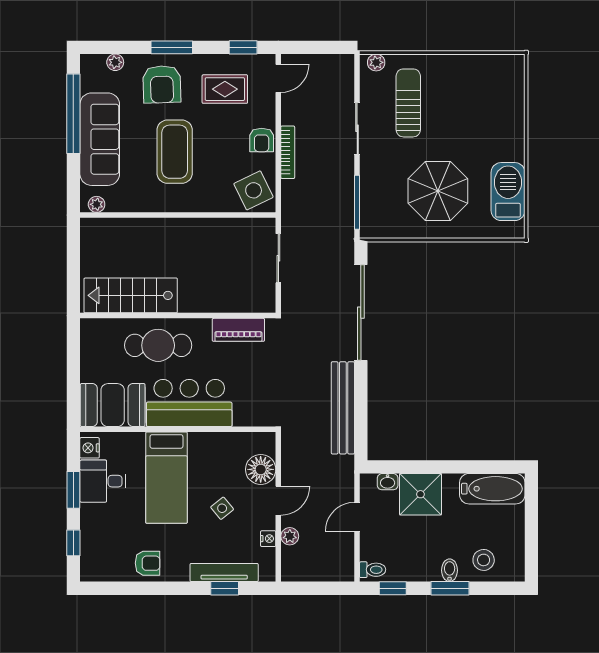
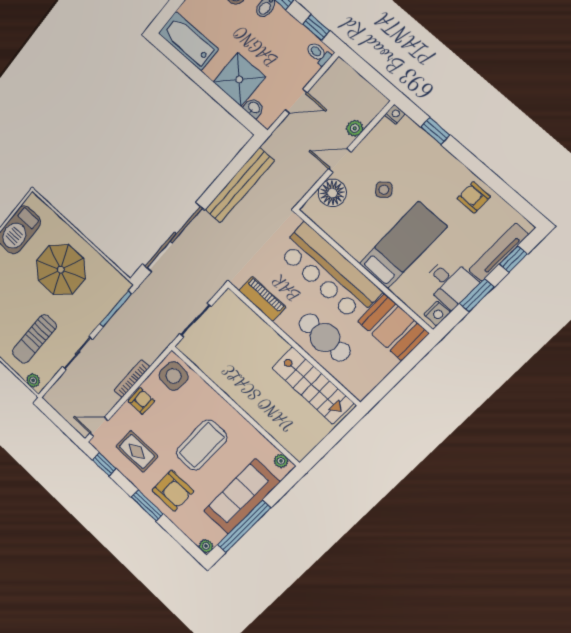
plant: (115, 62) -> (206, 546), moved
armchair: (162, 84) -> (173, 491), turned 92
side table: (254, 190) -> (174, 376), turned 30
bar counter: (189, 403) -> (329, 272), width x1.36
nightstand: (268, 539) -> (395, 114), moved, turned 90
tv unit: (224, 573) -> (499, 252), moved, turned 90

